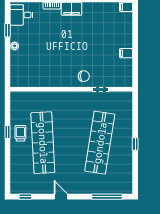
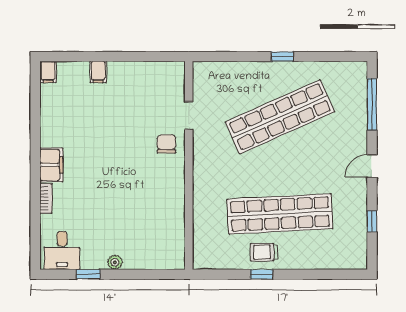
filing cabinet: (126, 53) -> (98, 72), moved
shop shelf: (100, 143) -> (280, 117), turned -33
window: (25, 197) -> (372, 221), moved
door: (61, 197) -> (372, 166), moved

